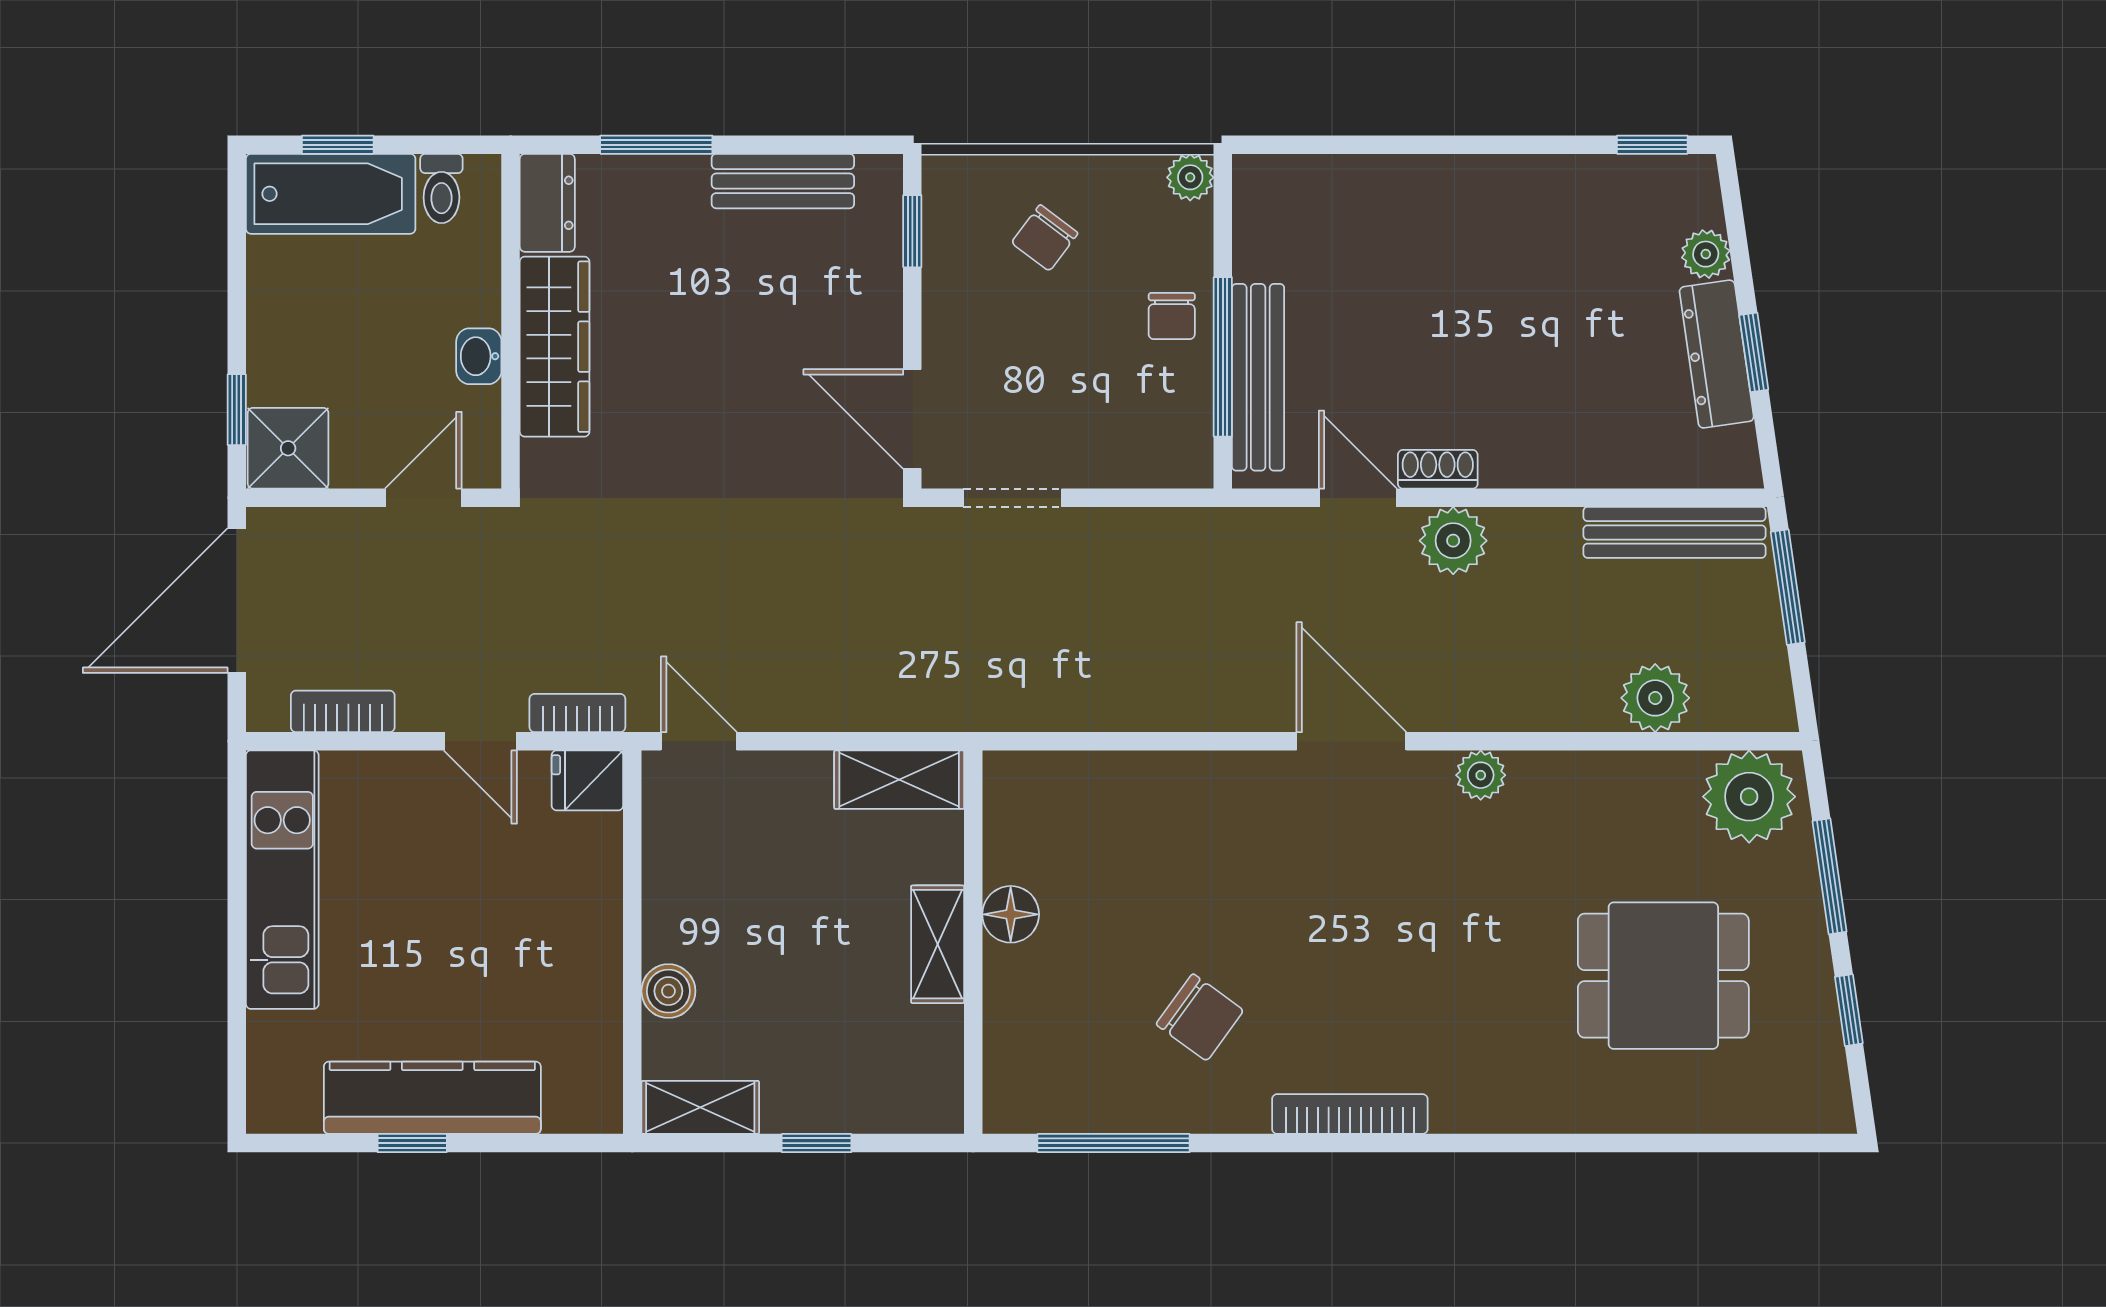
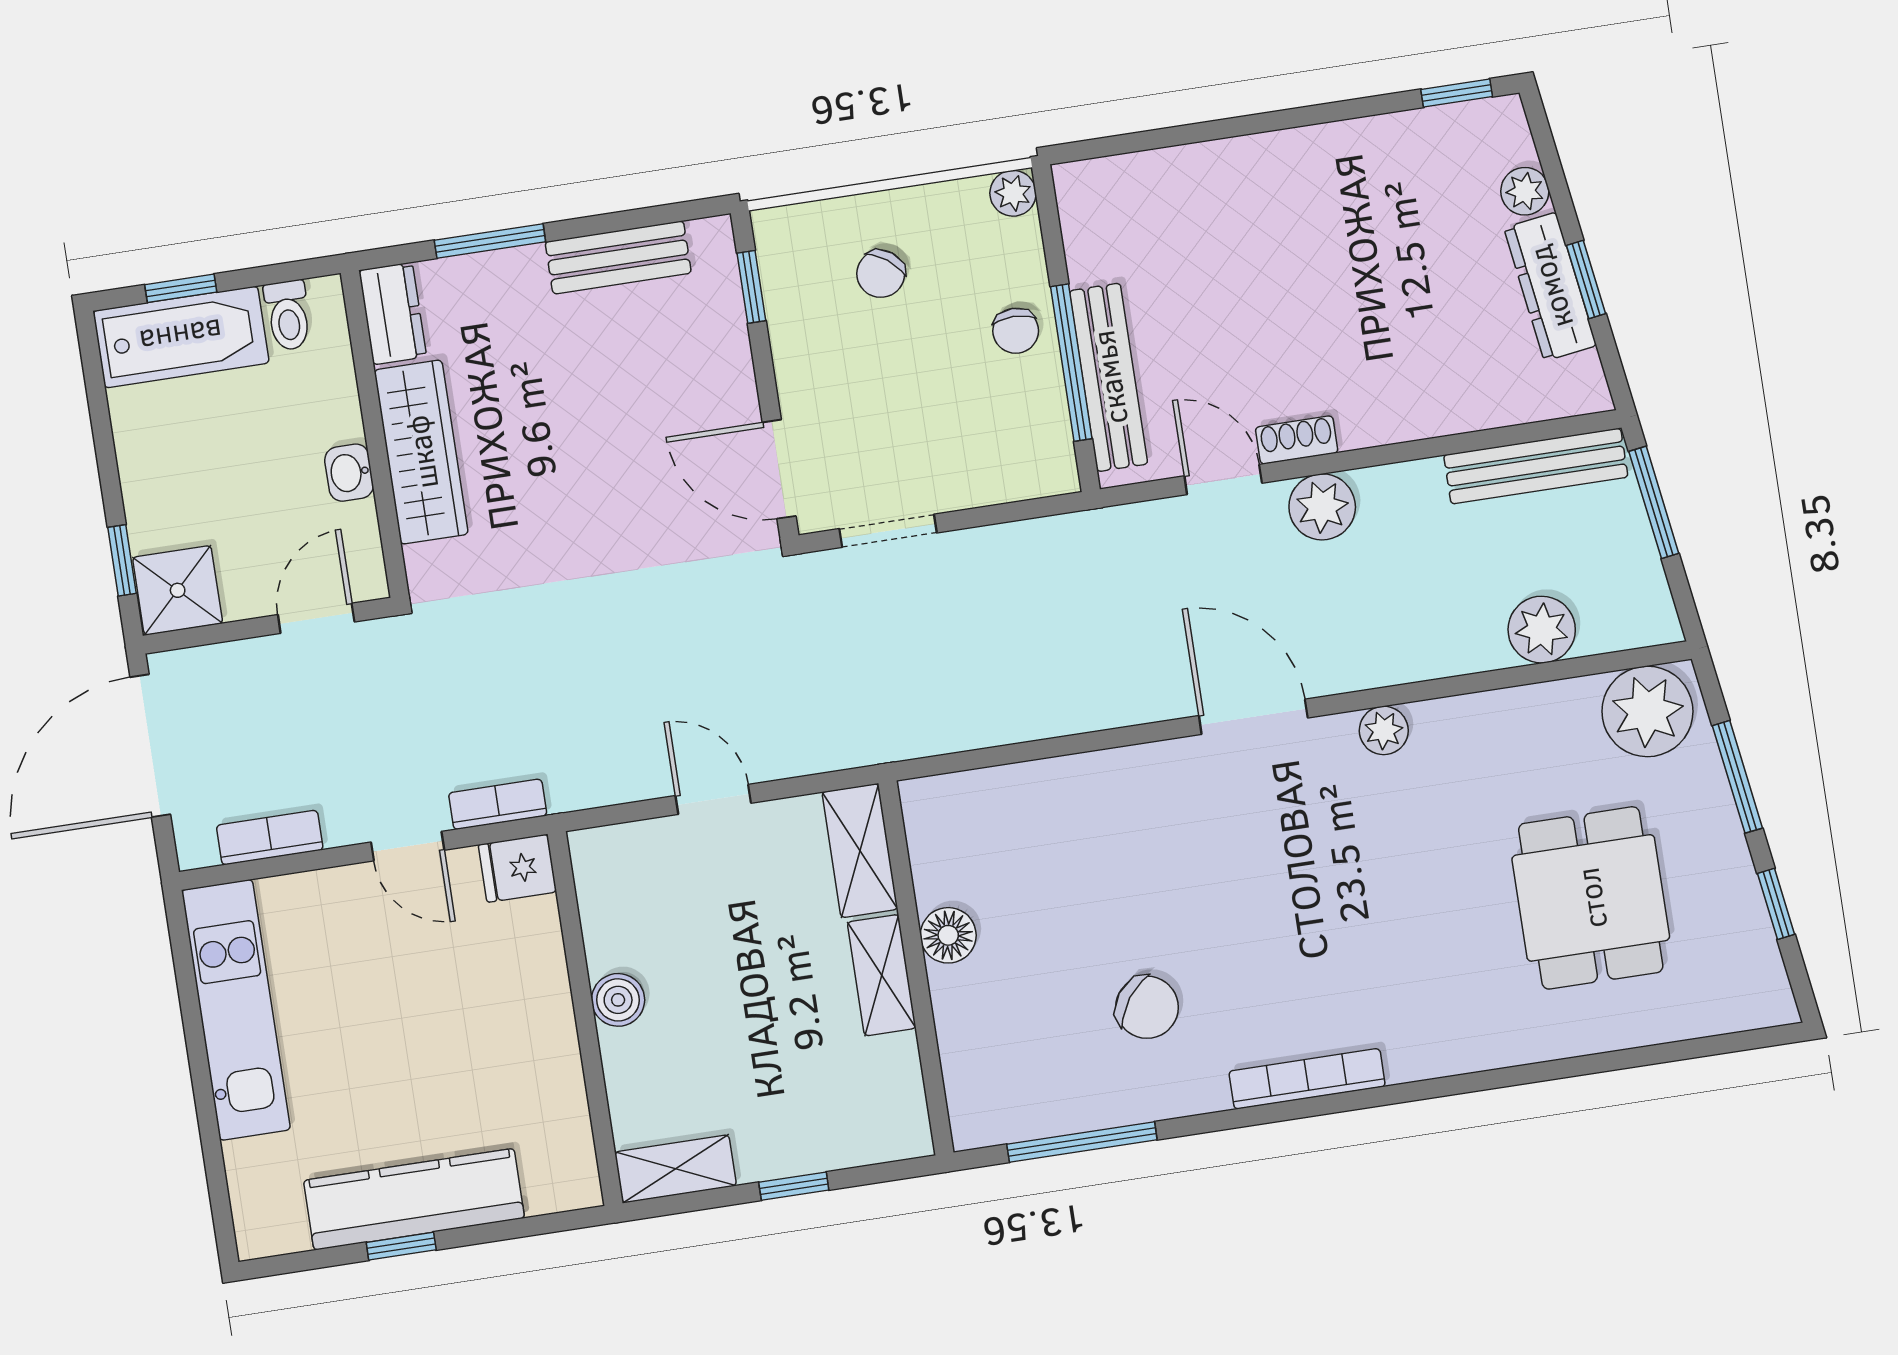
door: (699, 741) -> (713, 799), moved
shelving: (899, 780) -> (860, 851), moved, turned 90
dining table: (1663, 976) -> (1591, 898), turned 90
boiler: (668, 991) -> (618, 1000), moved

